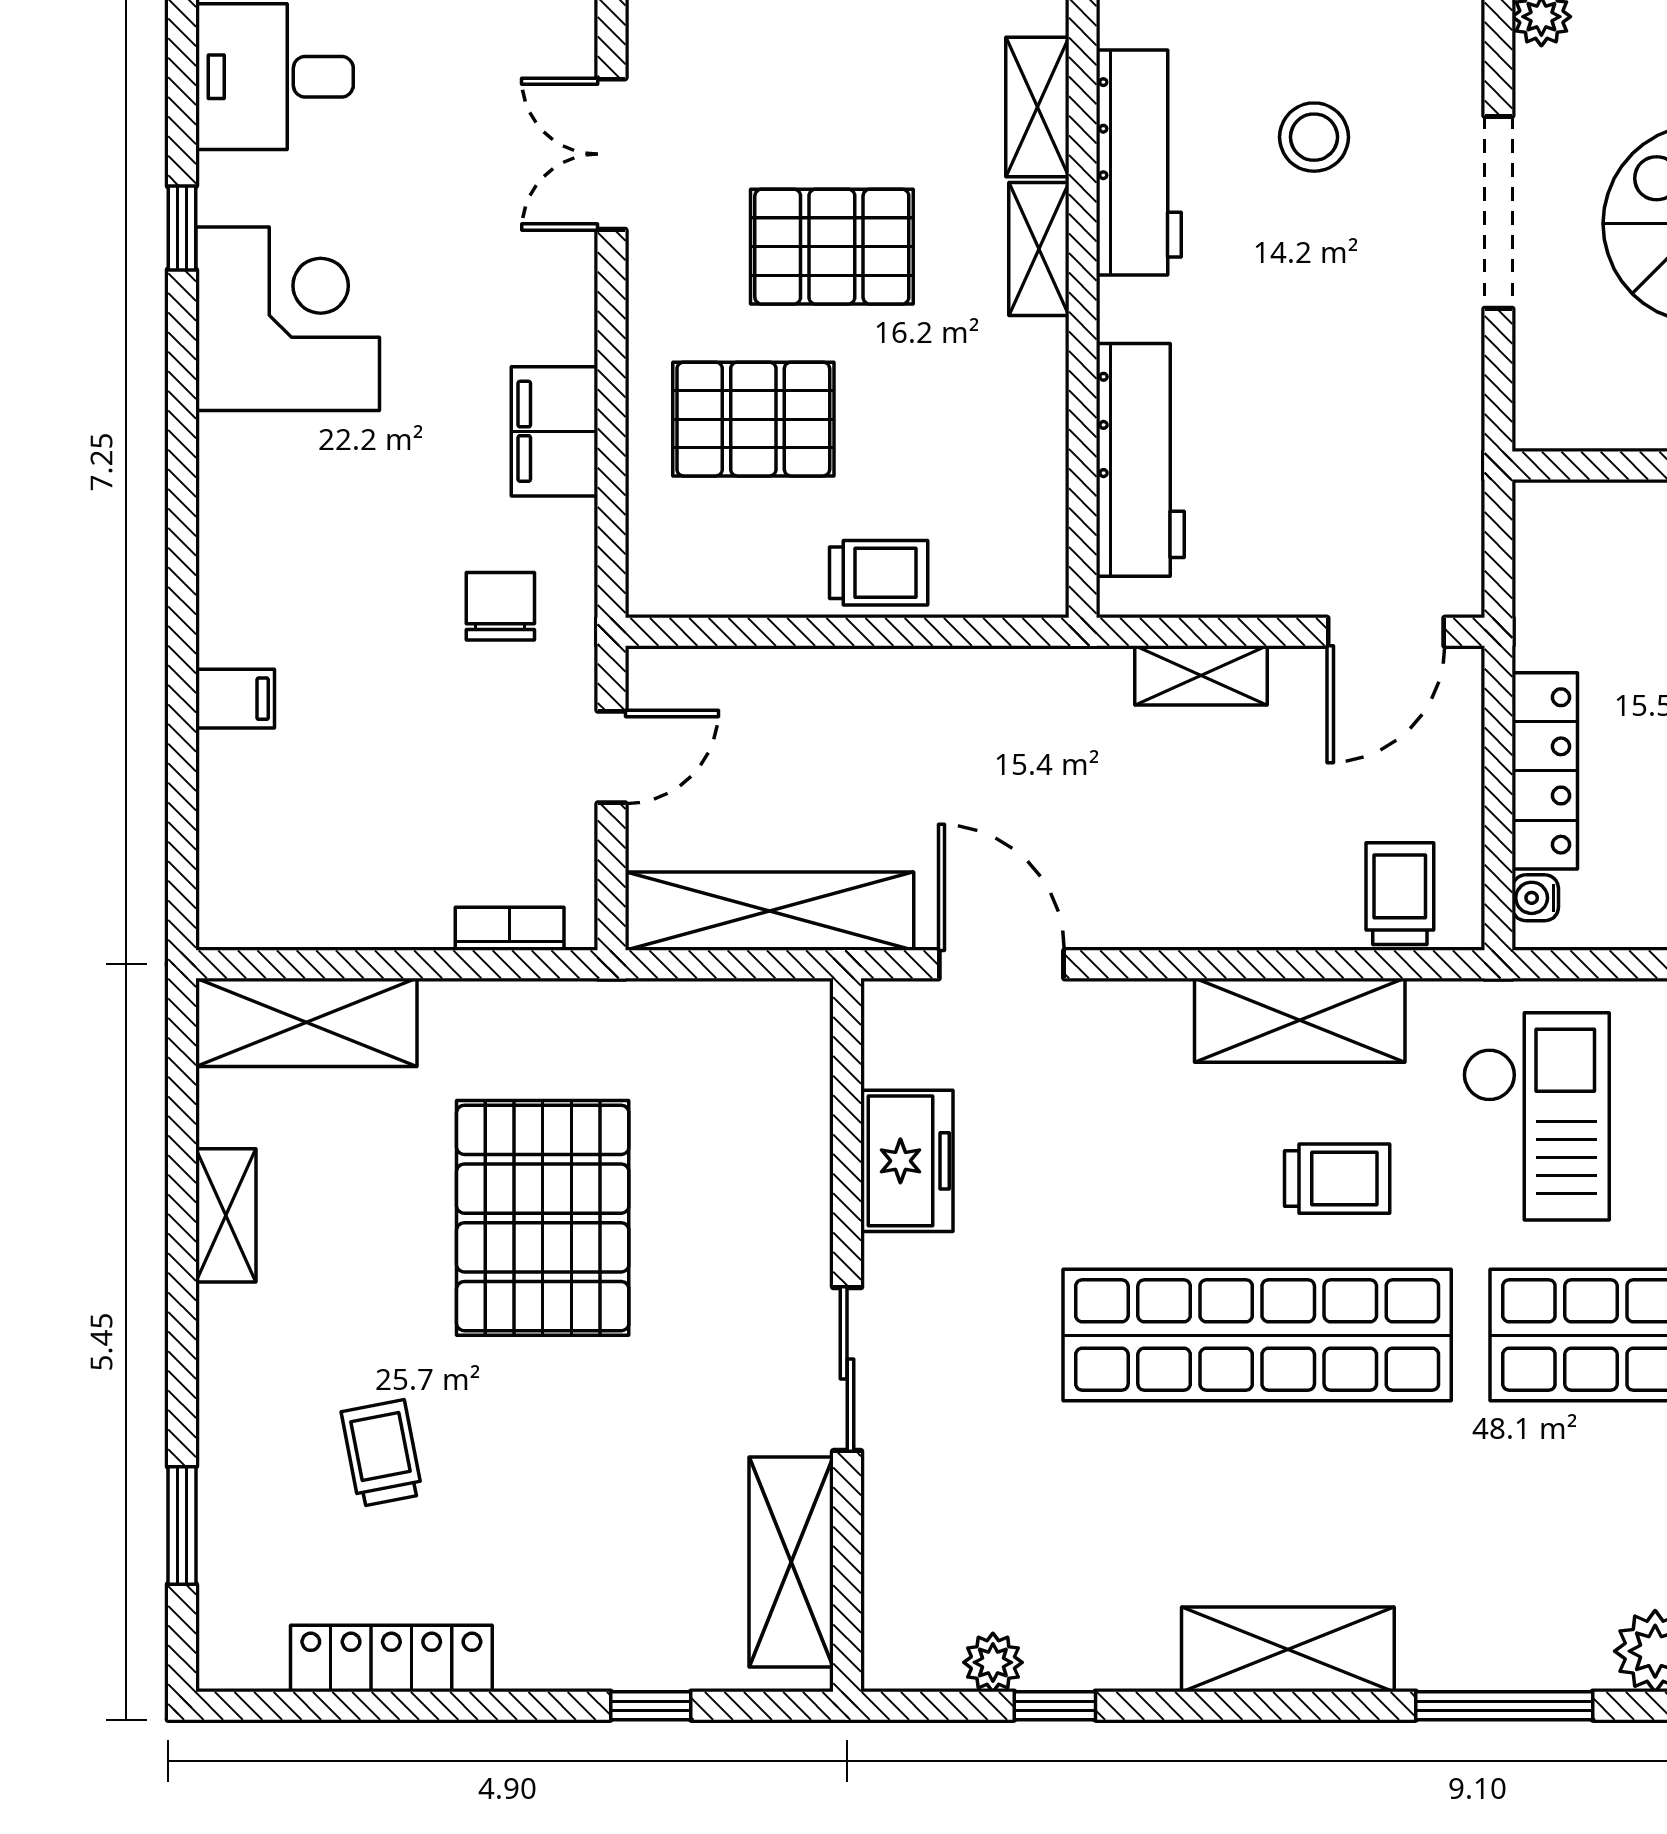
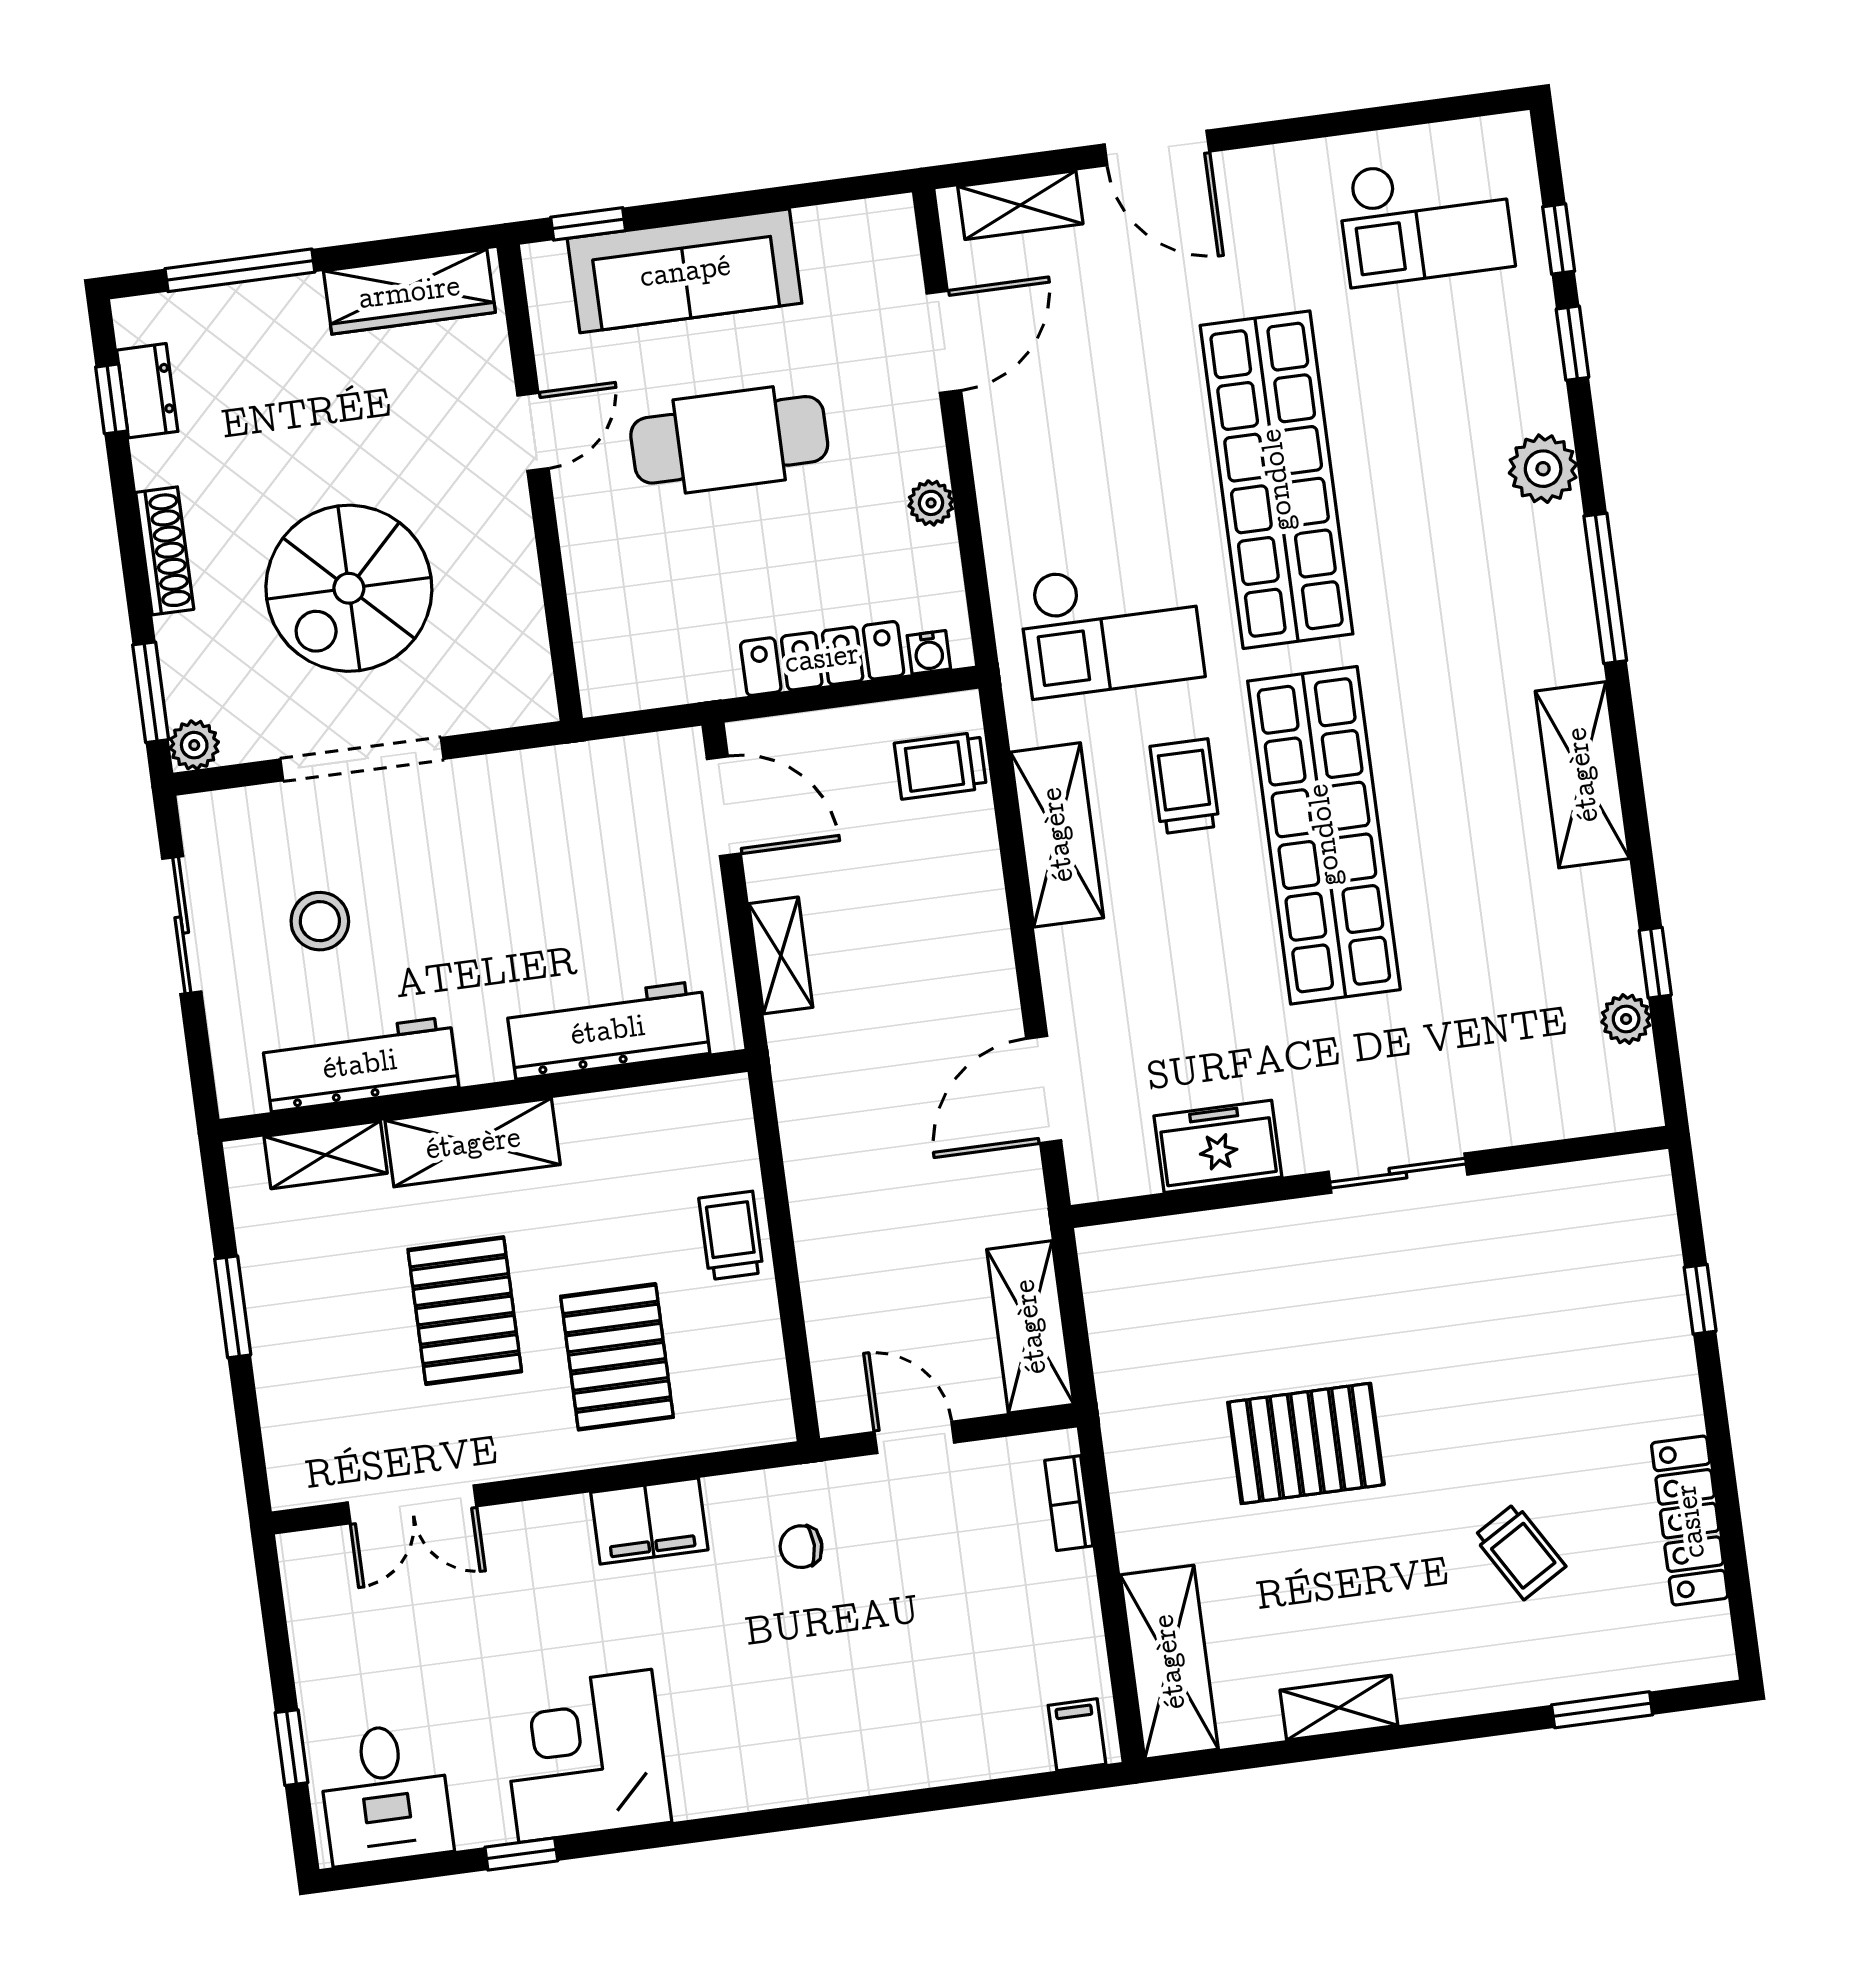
shelving: (1039, 249) -> (473, 1143), width x1.50, depth x1.33
chair: (500, 606) -> (801, 1547), width x0.73, depth x0.73
filing cabinet: (235, 699) -> (1077, 1735), moved
shelving: (769, 911) -> (1030, 1327), width x0.68
checkout: (1536, 1116) -> (1111, 627), turned 180
pallet: (543, 1218) -> (1306, 1443), width x0.73, depth x0.71
trolley: (382, 1453) -> (1520, 1551), turned -110
shelving: (791, 1562) -> (1565, 1198), removed

